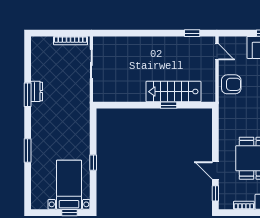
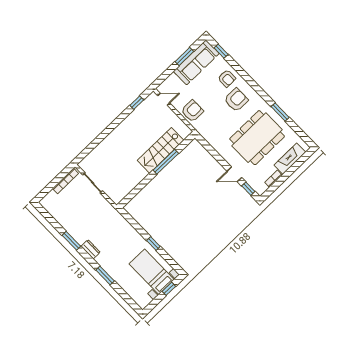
dresser: (37, 91) -> (91, 249), moved
window: (169, 105) -> (166, 162), width x2.17

